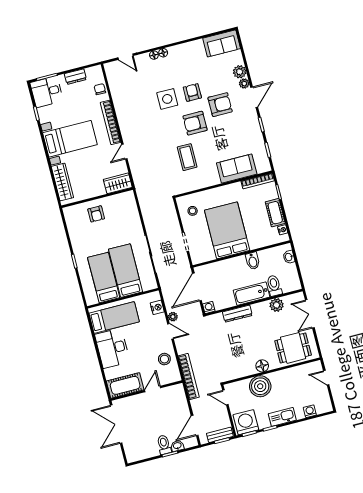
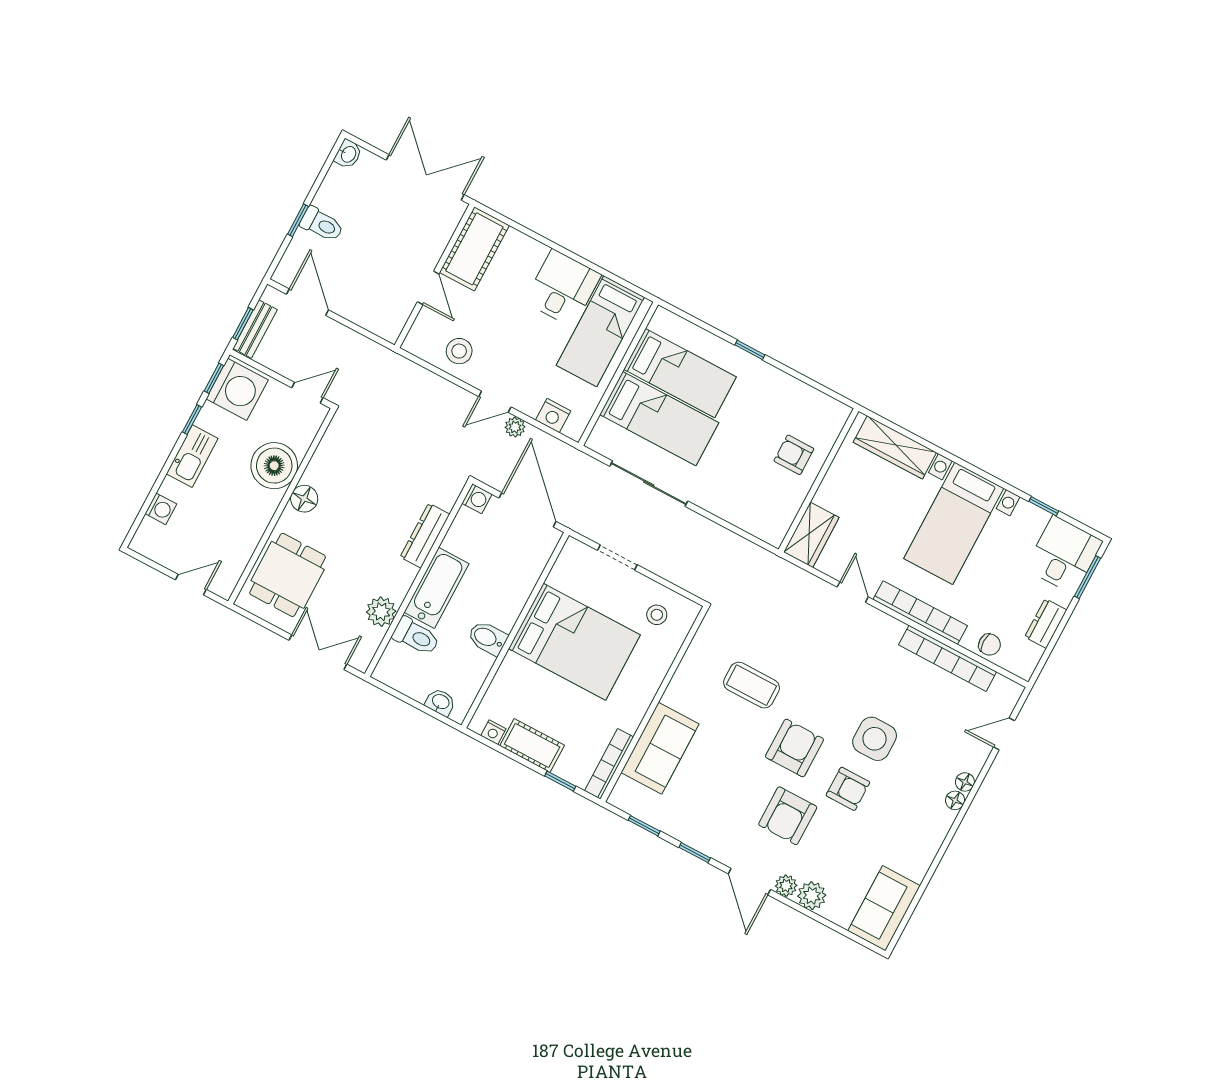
desk: (112, 348) -> (563, 288), width x0.73
bookcase: (189, 377) -> (948, 658), moved
washbasin: (177, 446) -> (348, 154), moved

